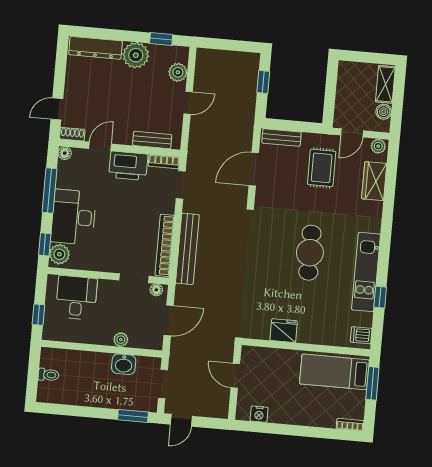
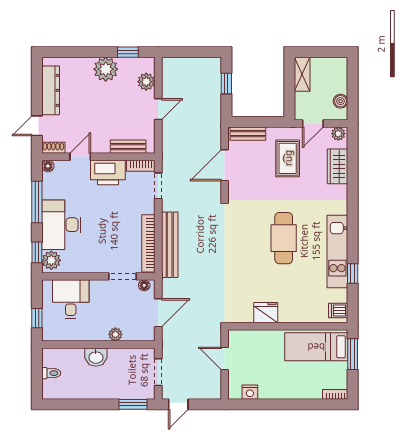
dresser: (96, 48) -> (51, 90), moved, turned -90
shelving: (385, 84) -> (302, 74), moved
washbasin: (124, 364) -> (96, 357), moved

